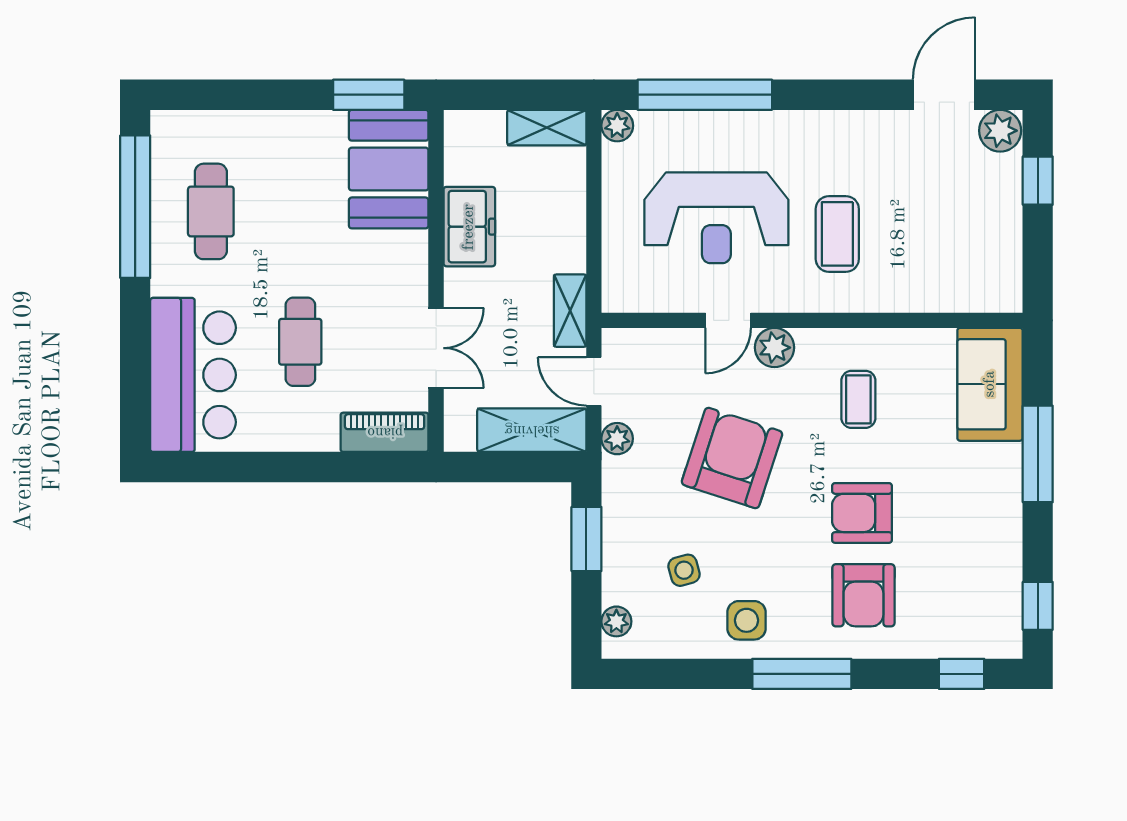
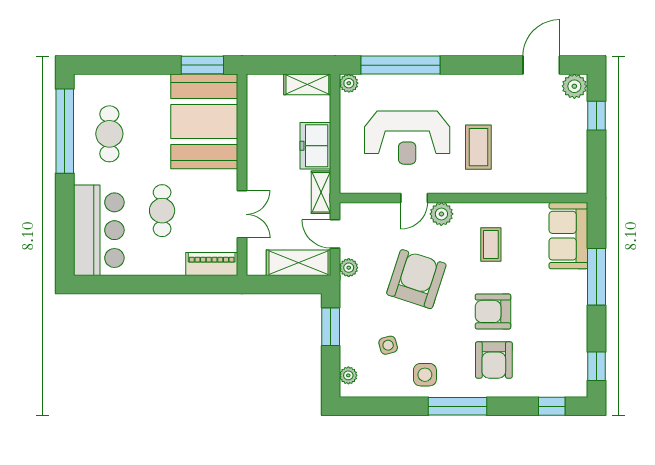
booth: (389, 169) -> (204, 121), width x1.36, depth x1.42
freezer: (469, 227) -> (315, 146), moved, turned 180

